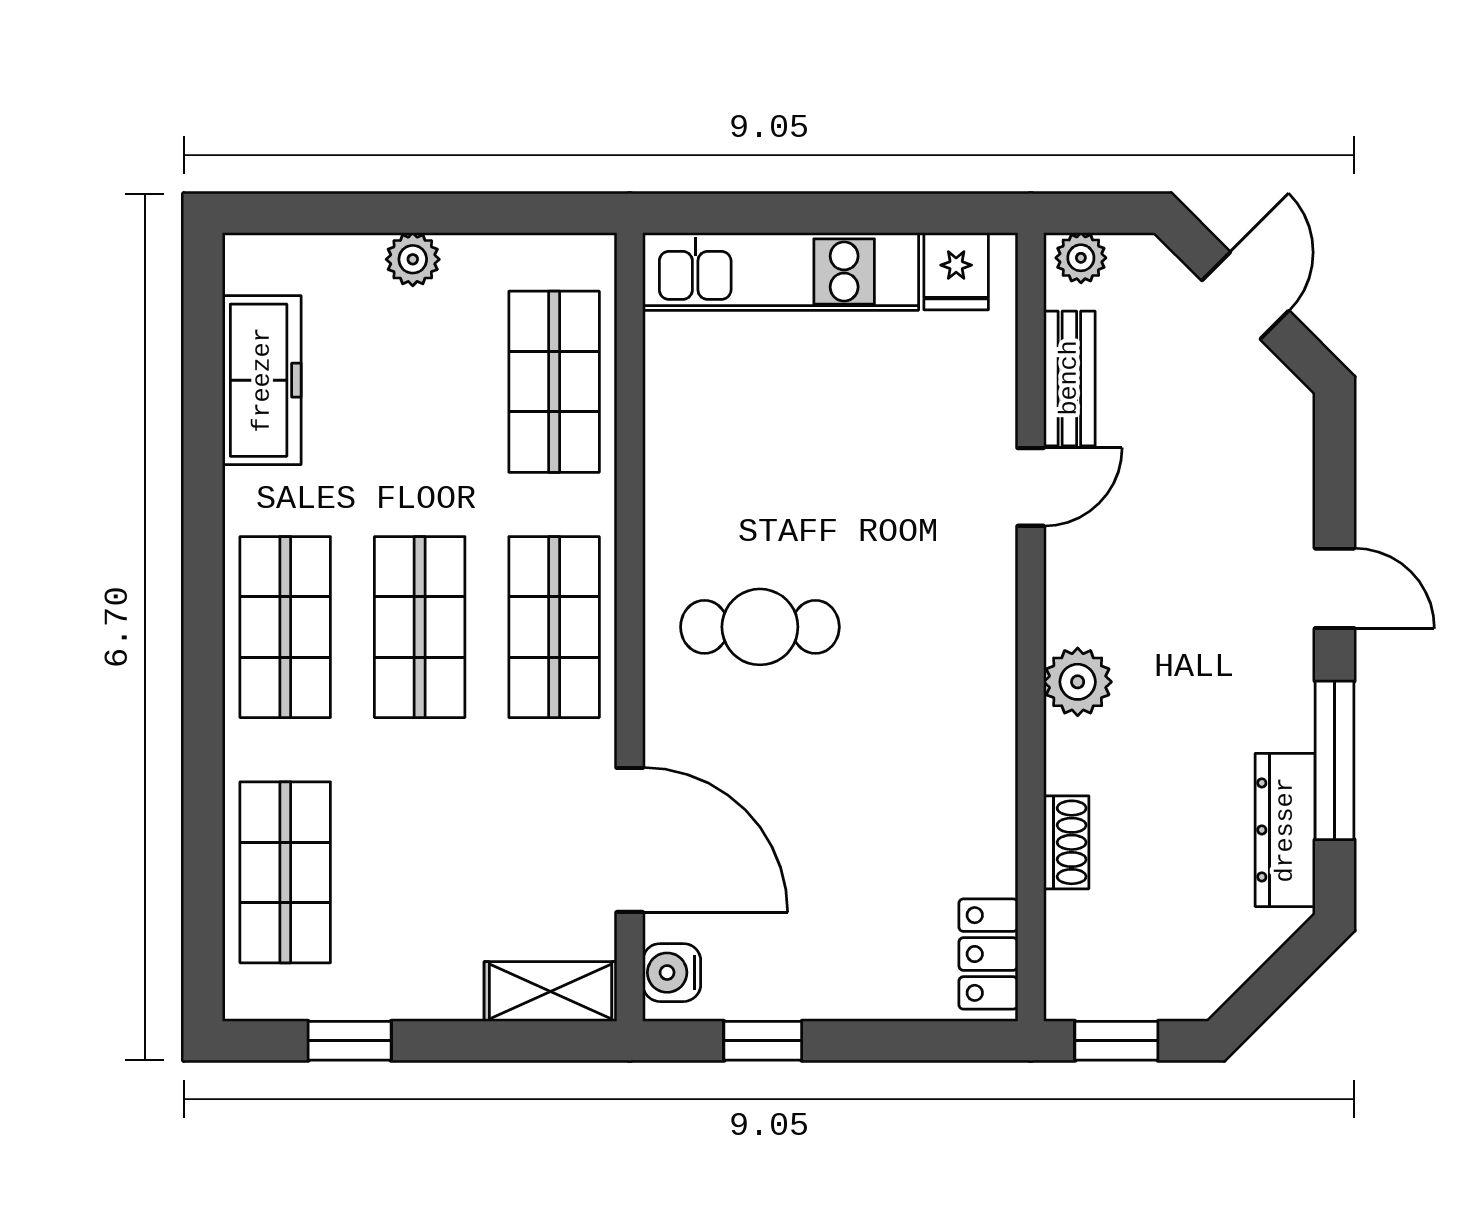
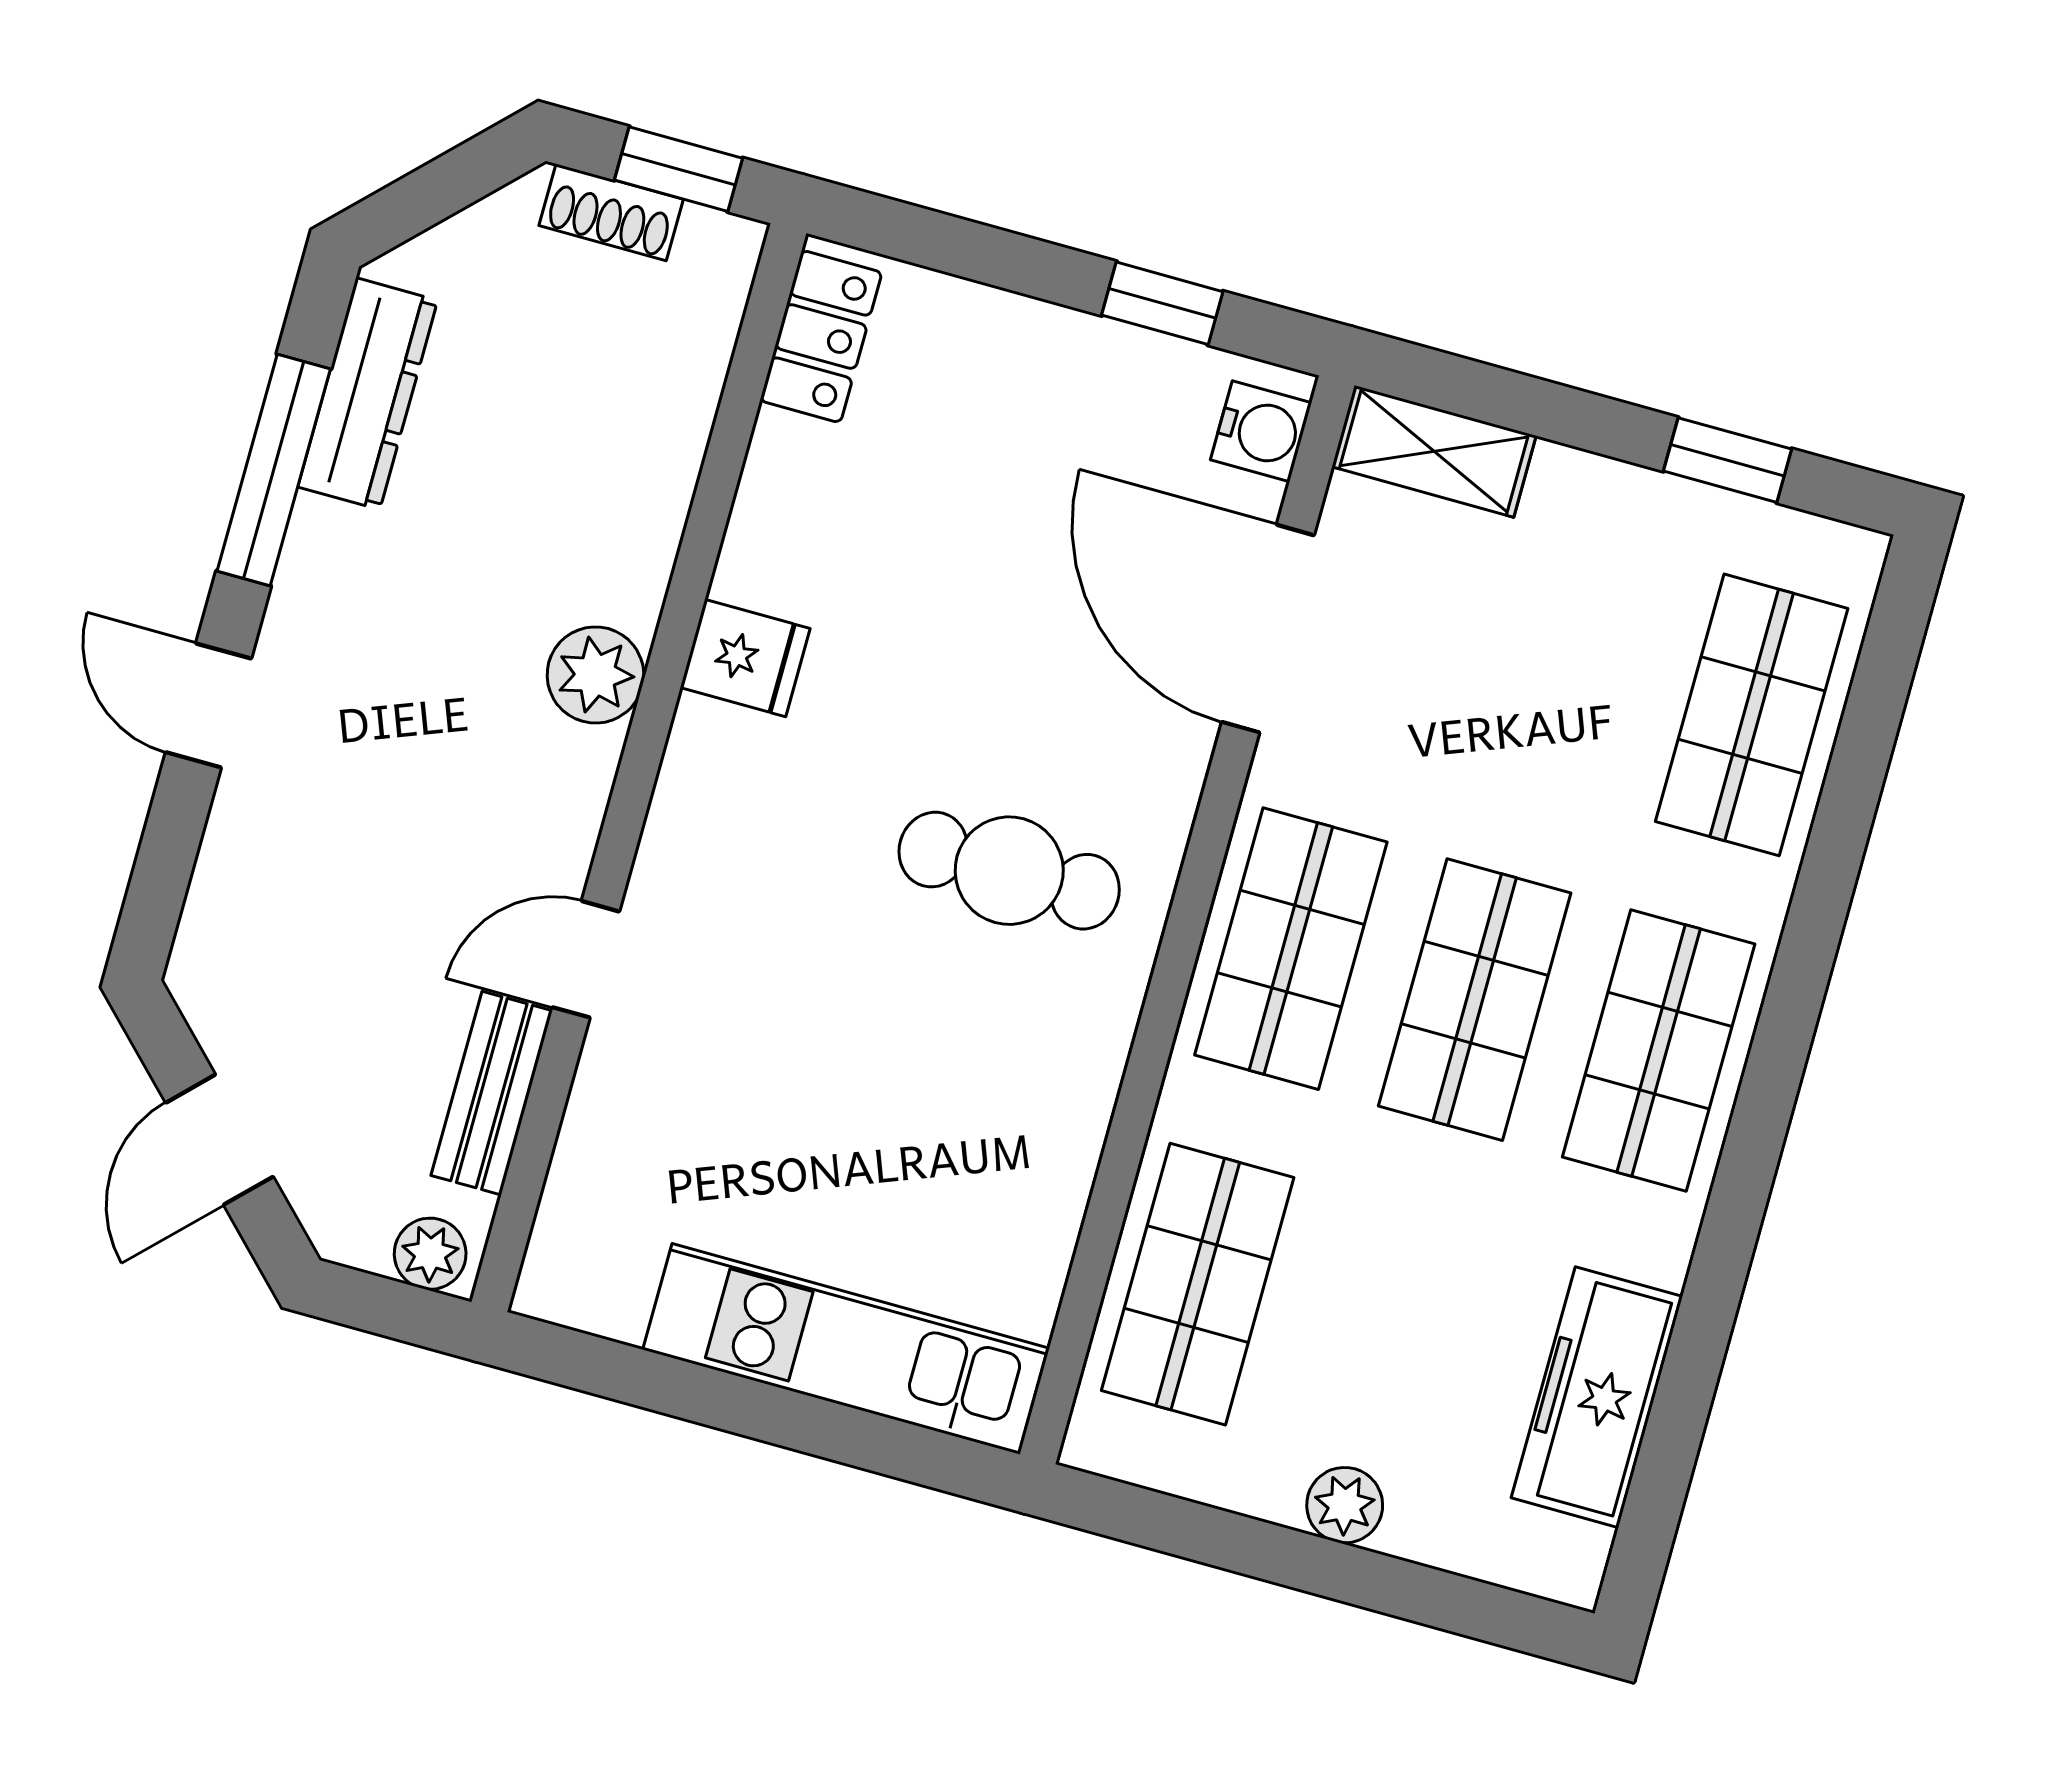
fridge: (956, 271) -> (745, 658), moved, turned 90
shoe rack: (1066, 842) -> (611, 212), moved, turned -90

